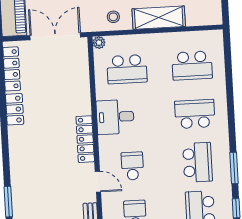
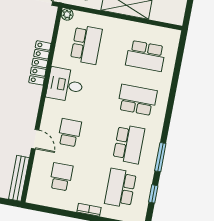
school desk: (127, 69) -> (86, 45), turned -90
locker: (85, 139) -> (40, 63), moved

